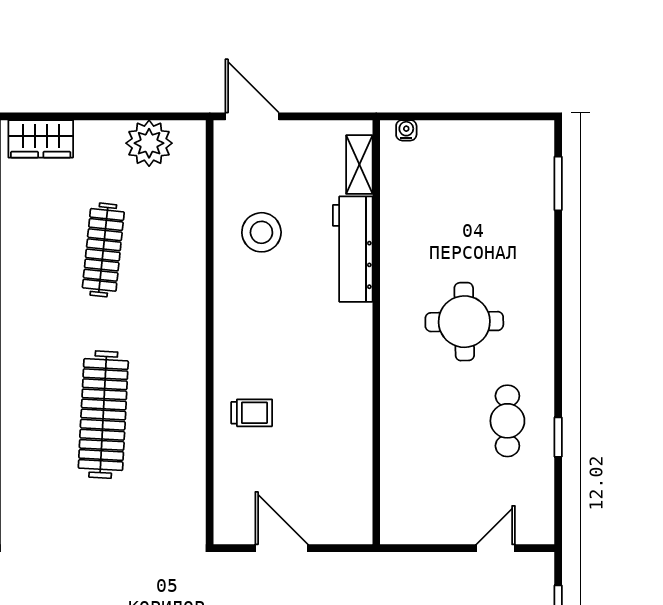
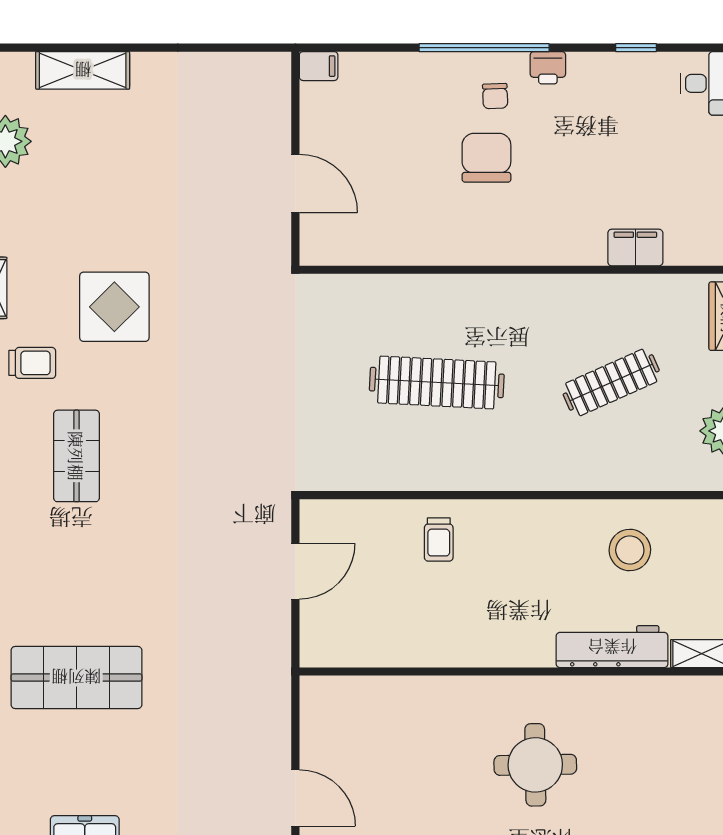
clothes rail: (103, 250) -> (611, 382), turned -30
cafe table: (507, 421) -> (430, 810), removed
door: (496, 548) -> (295, 798), width x1.38

